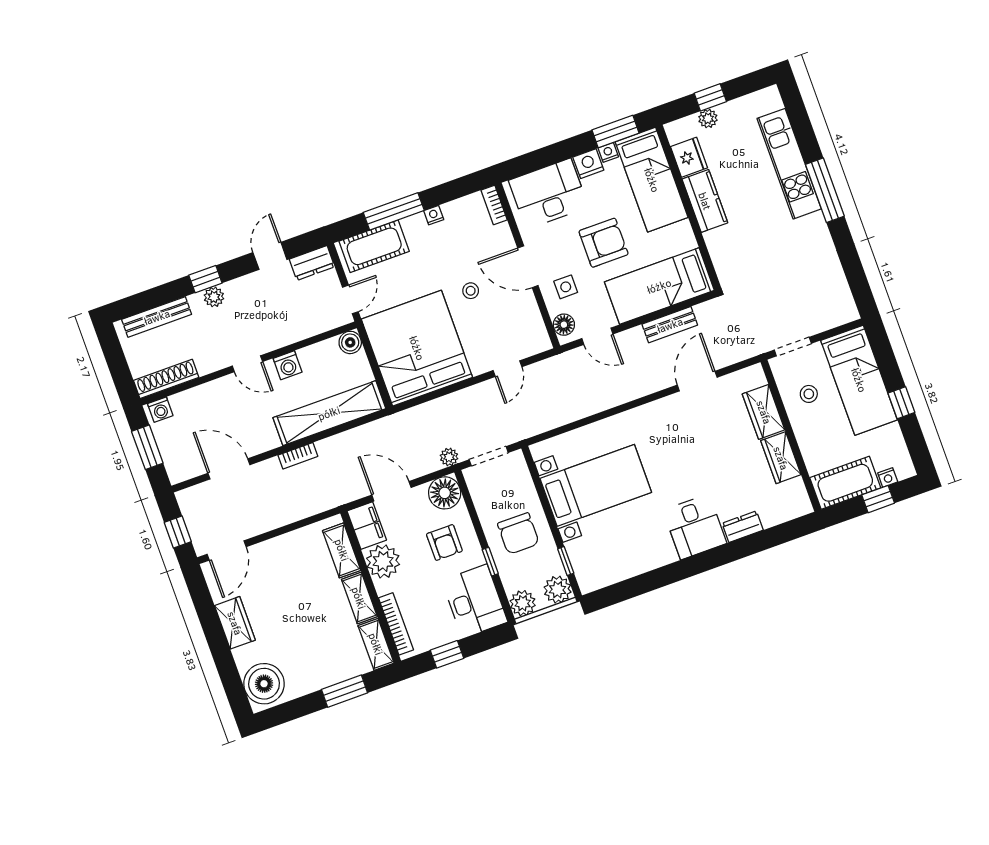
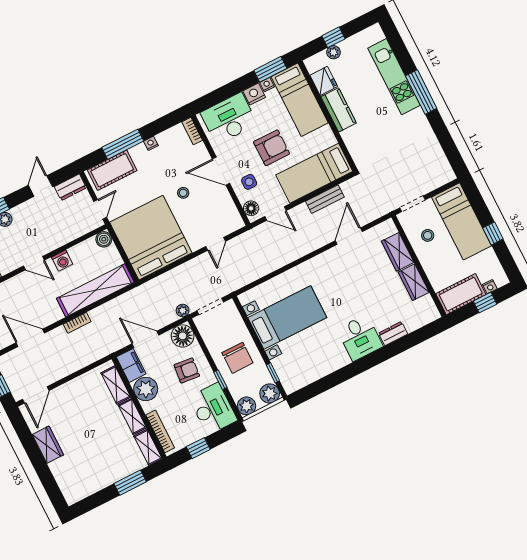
armchair: (444, 542) -> (187, 370), turned -84
boiler: (264, 684) -> (73, 484), removed

